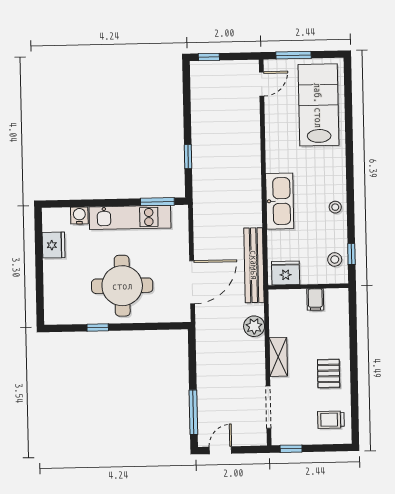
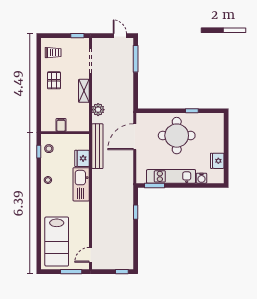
fridge: (286, 273) -> (82, 158), moved, turned 90
door: (220, 450) -> (120, 36), swing flipped

